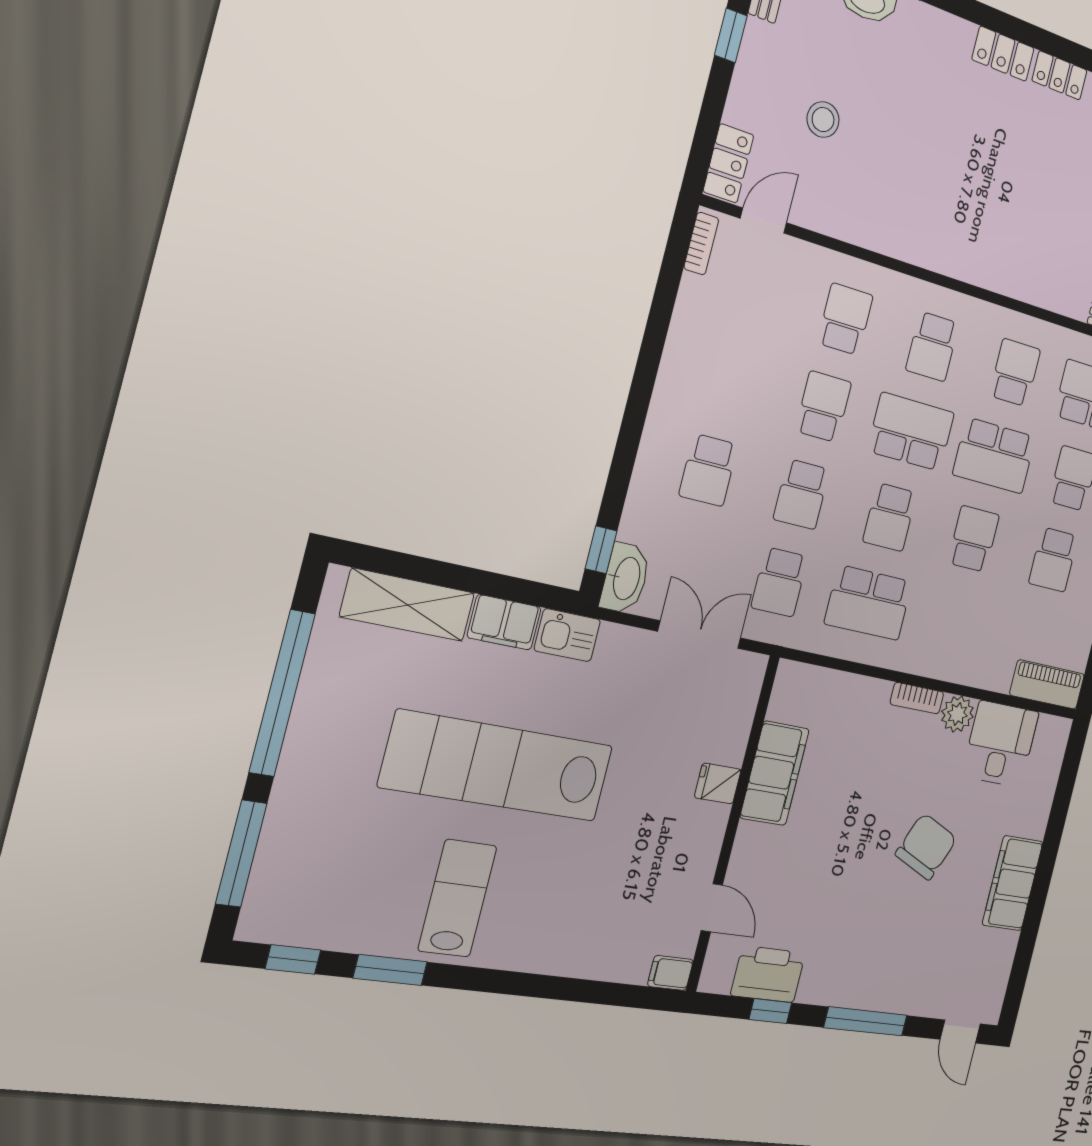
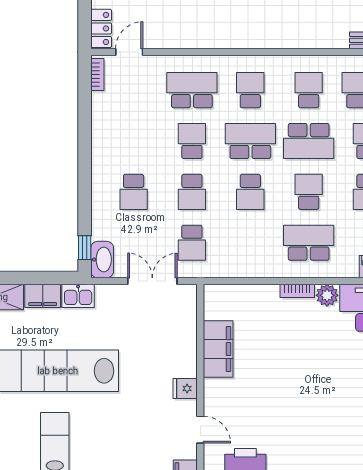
school desk: (845, 319) -> (192, 90), width x1.85
school desk: (932, 347) -> (250, 90), turned 180
school desk: (868, 603) -> (309, 243), moved, turned 180
fridge: (718, 783) -> (185, 388), moved
chair: (926, 846) -> (328, 376), removed

